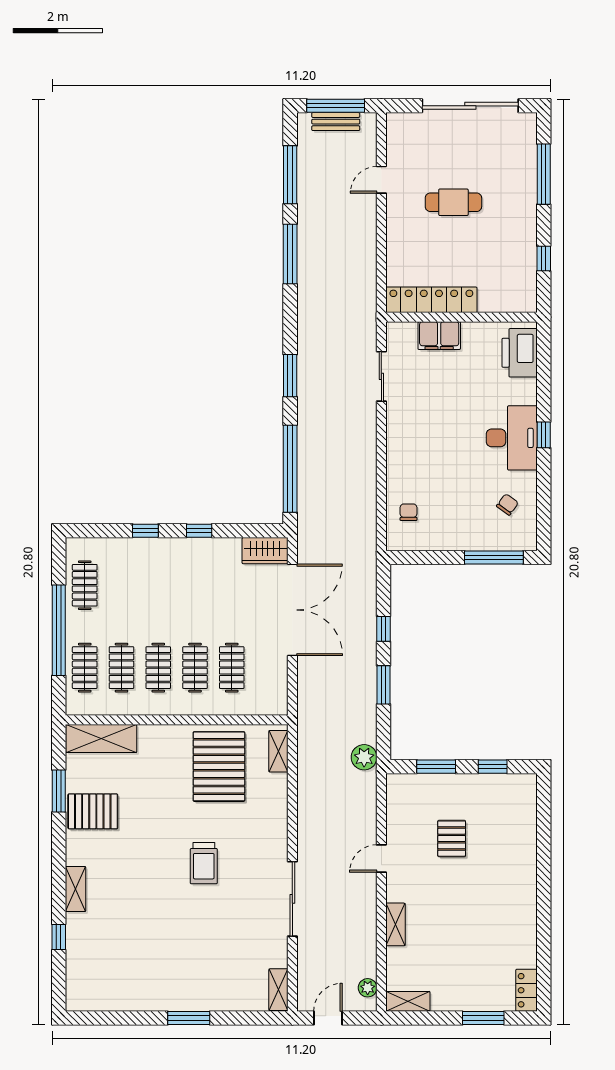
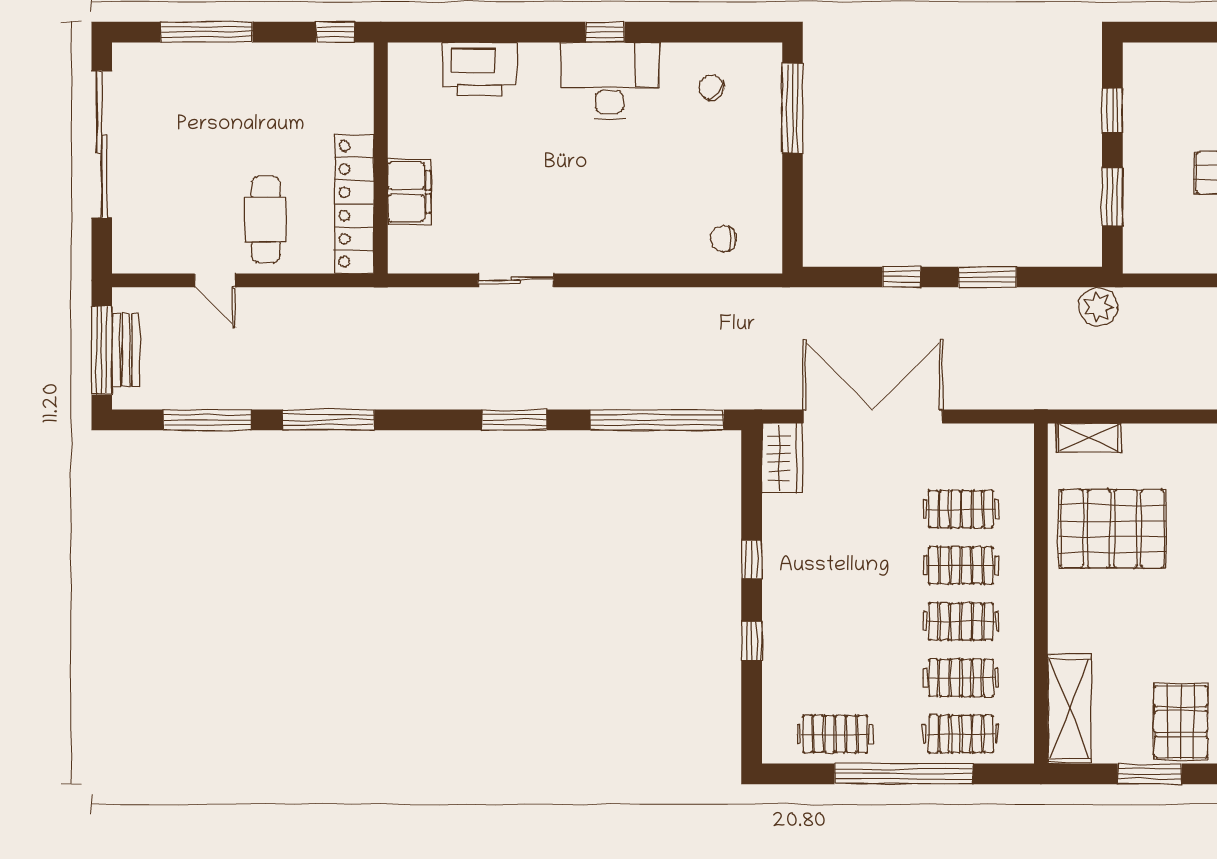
cafe table: (453, 202) -> (266, 220), moved
locker: (431, 300) -> (354, 204), moved
wall: (461, 317) -> (381, 158), moved
filing cabinet: (439, 336) -> (409, 192), moved

